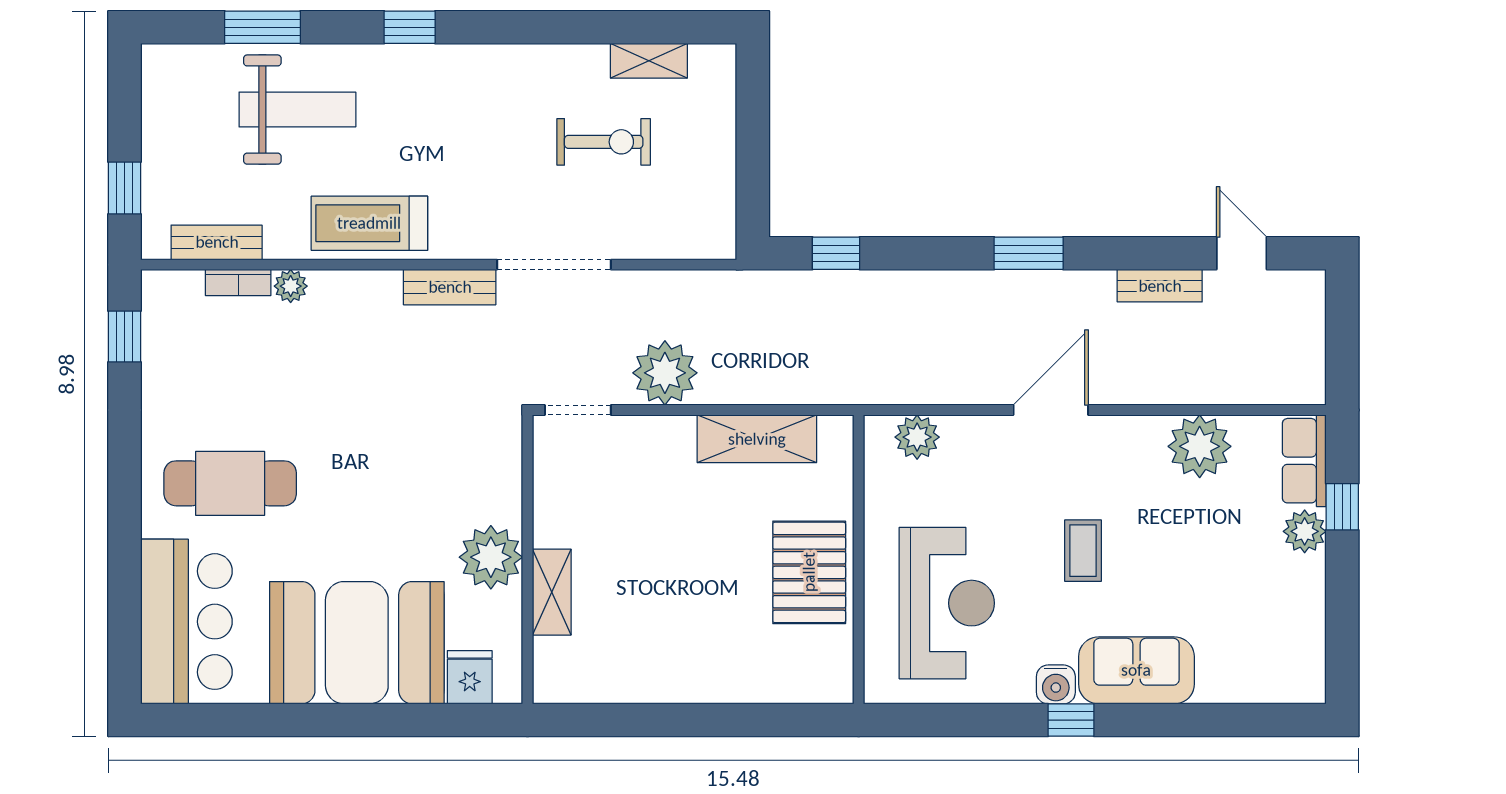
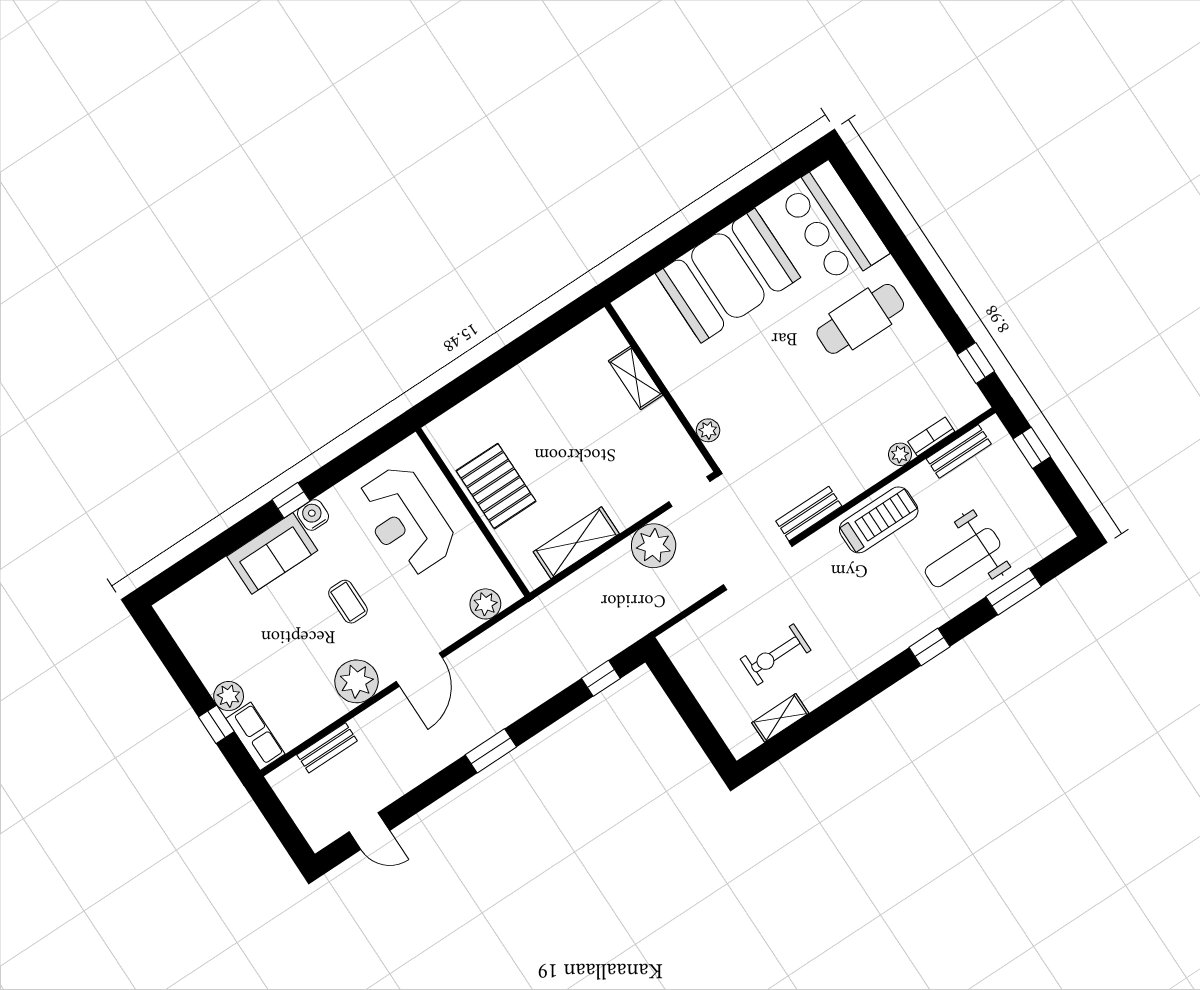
bench: (1160, 286) -> (327, 748), moved
plant: (1200, 446) -> (356, 681), moved
plant: (491, 557) -> (708, 430), moved, width x0.53, depth x0.53
fridge: (470, 677) -> (650, 298), removed

